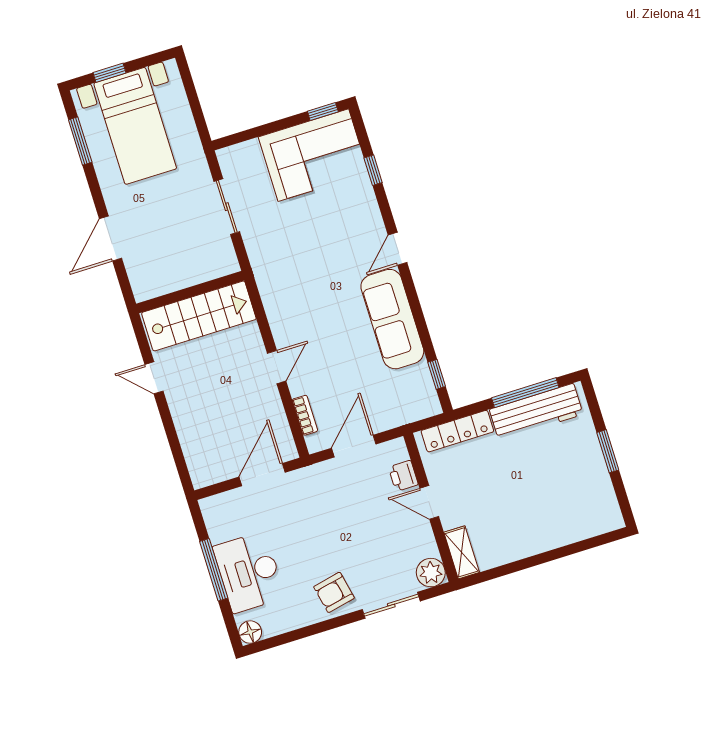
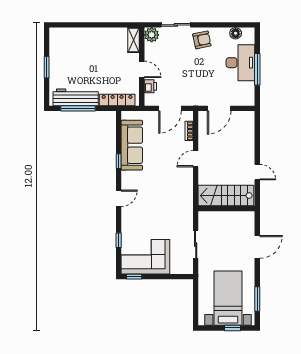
sofa: (392, 319) -> (132, 145), moved
window: (437, 374) -> (119, 161), moved
floor lamp: (250, 632) -> (236, 33), moved

